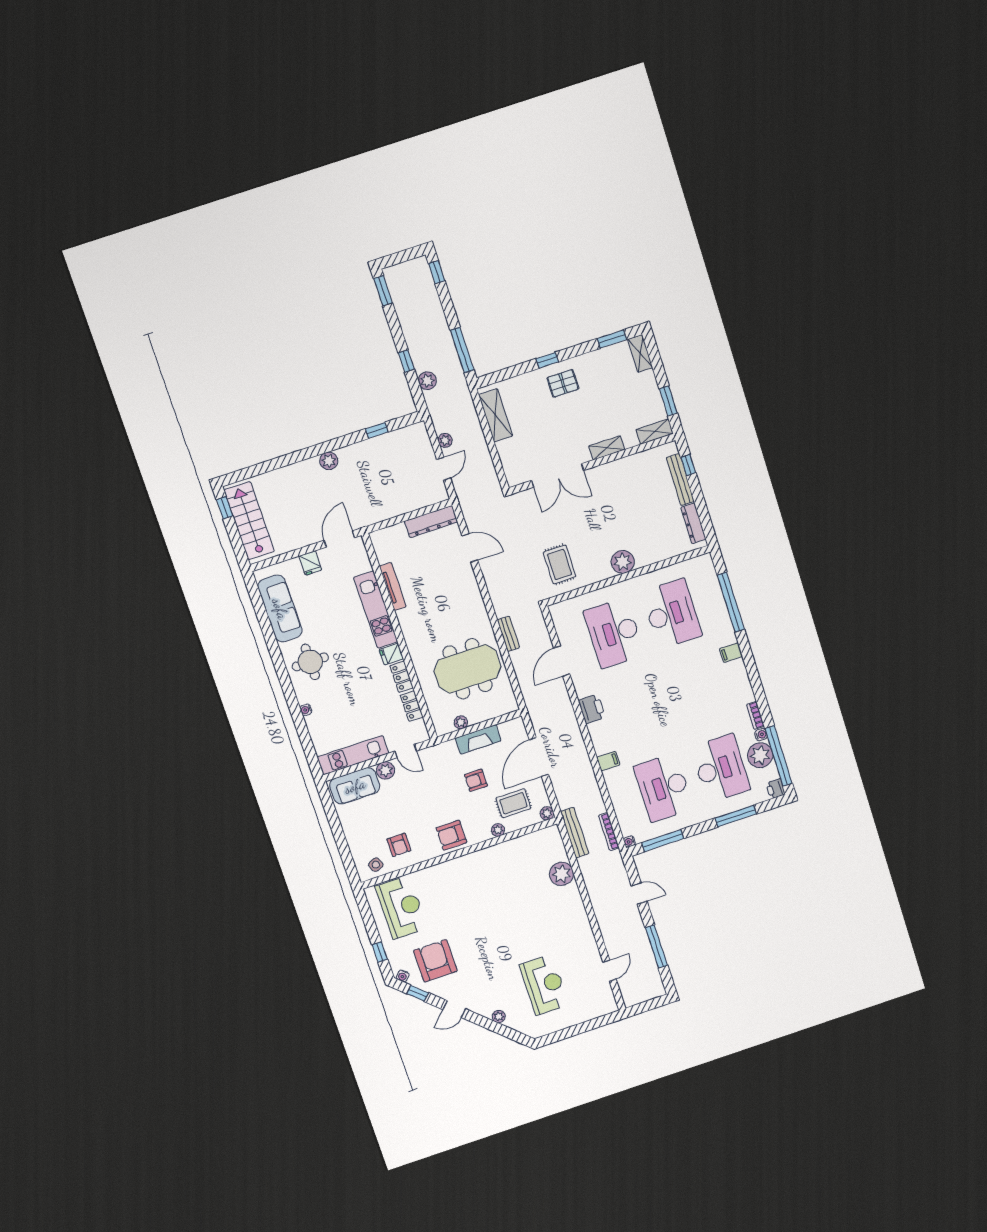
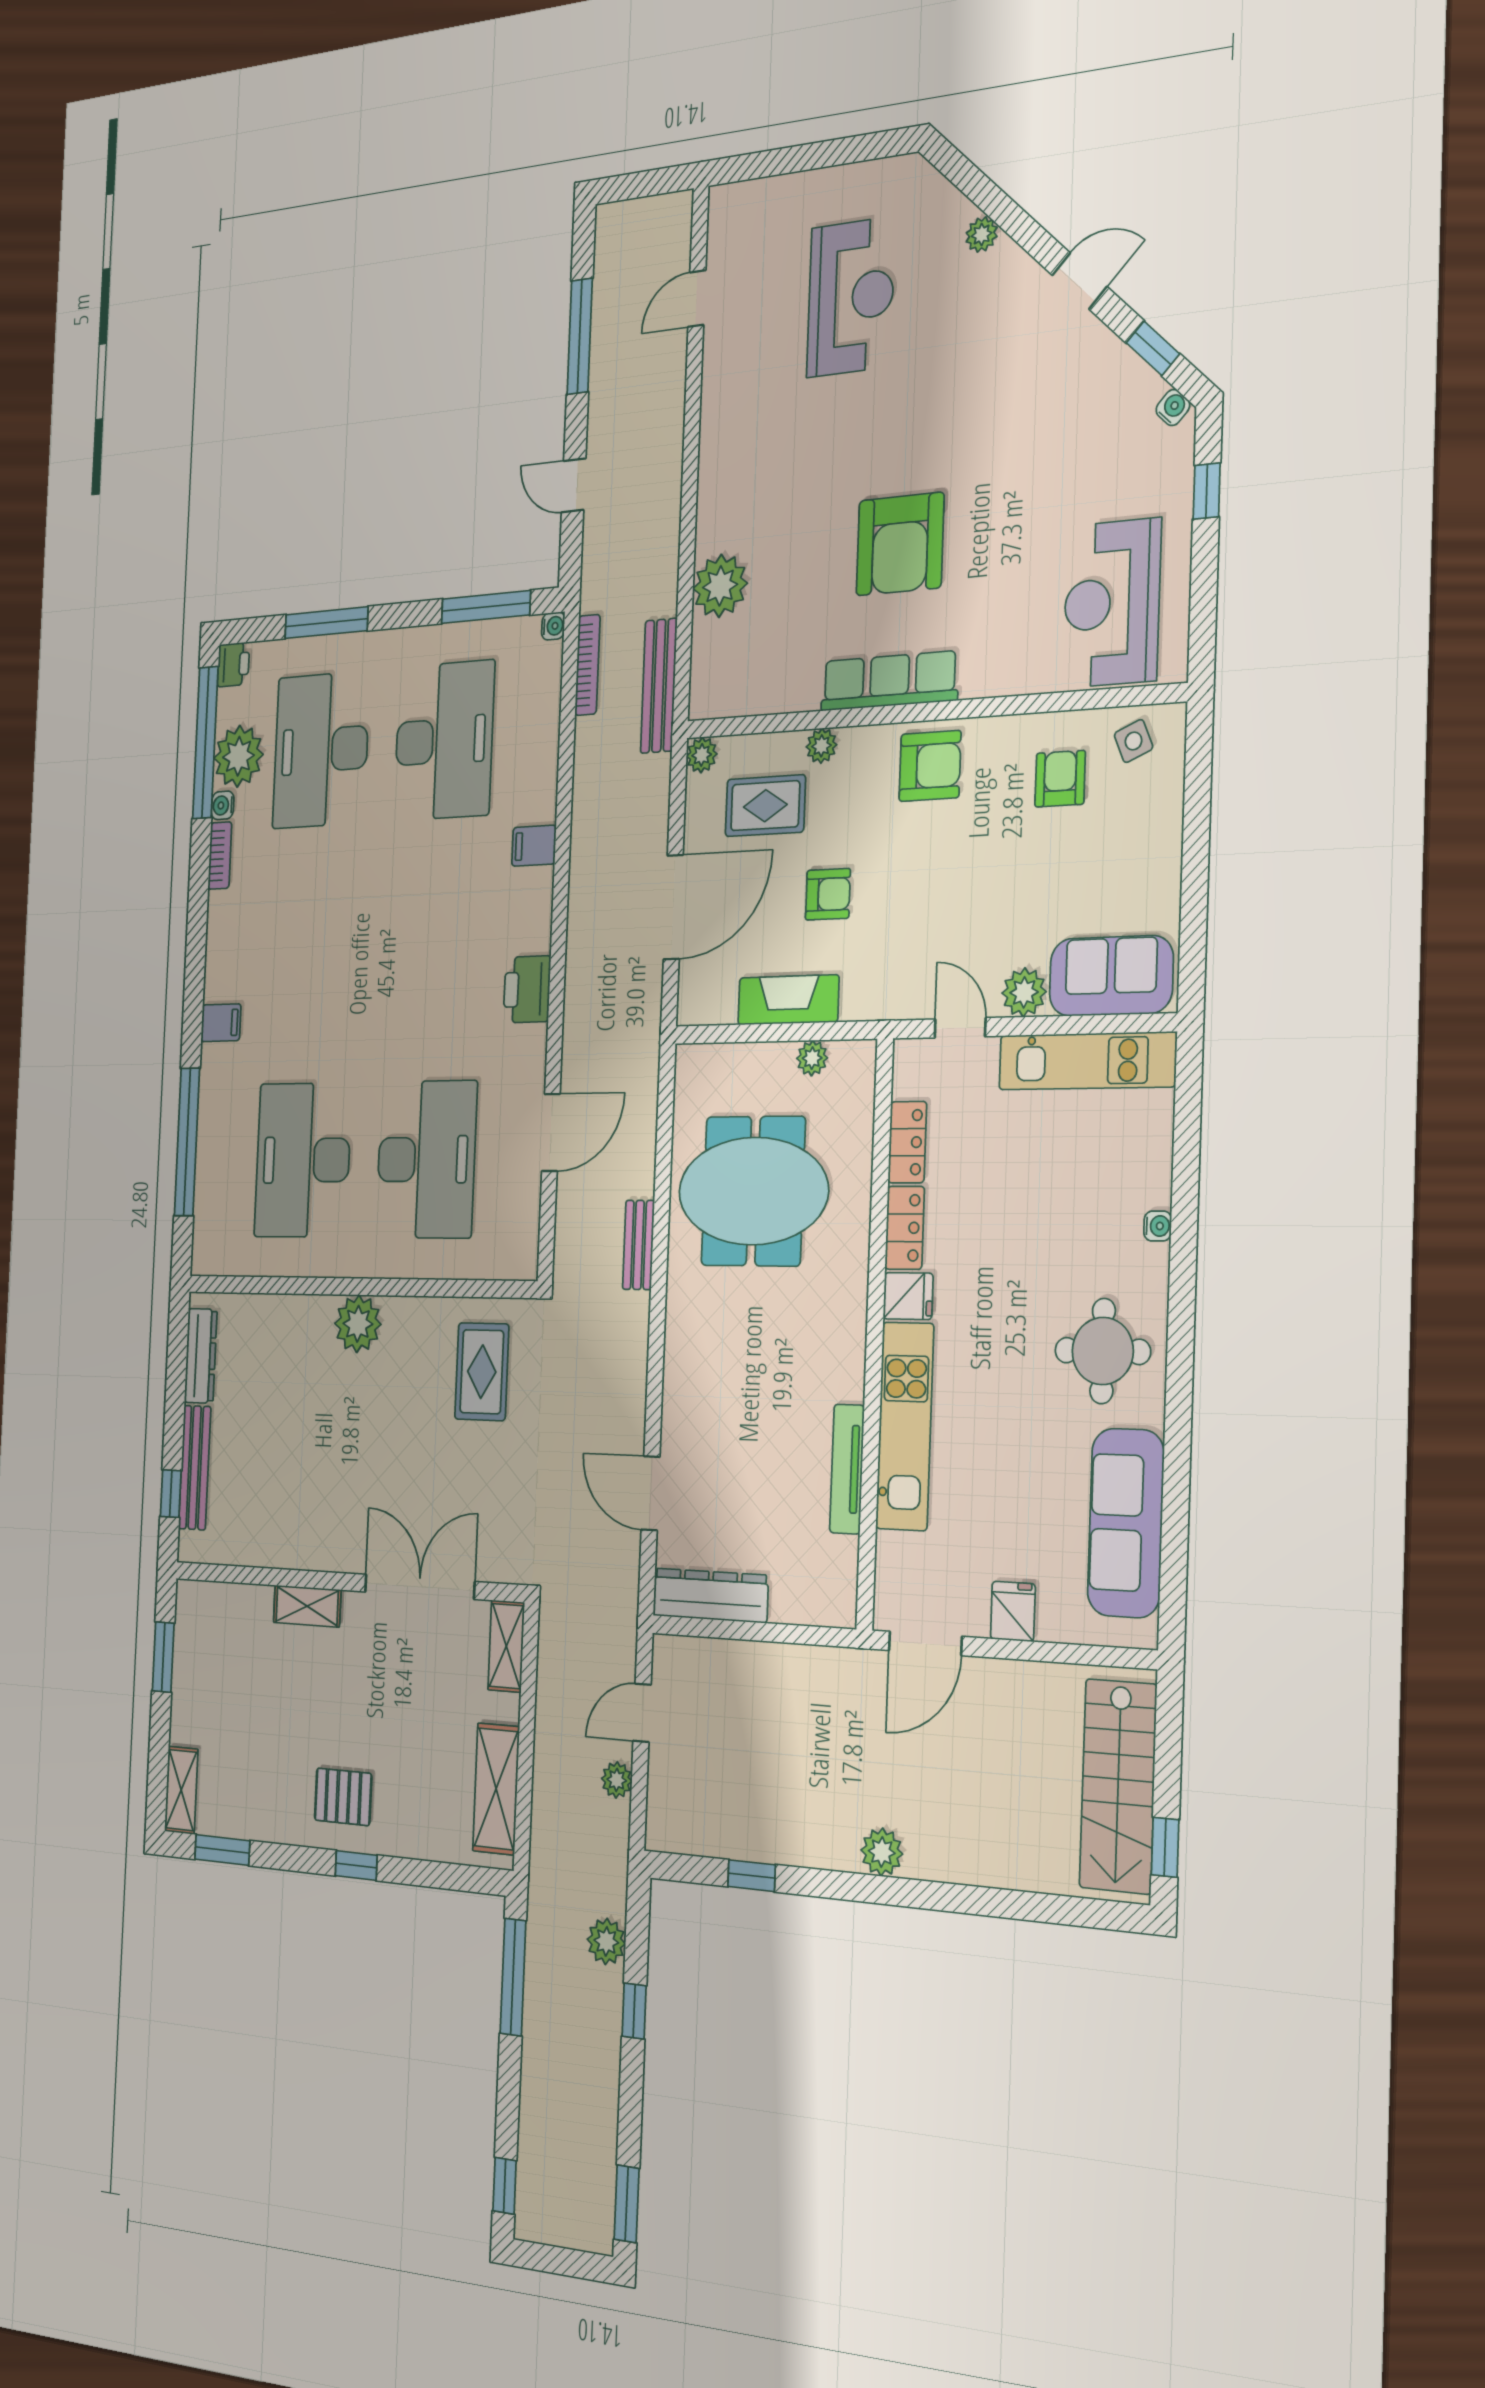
shelving: (655, 432) -> (506, 1646), moved, turned 90
row of seats: (479, 859) -> (889, 681), added
armchair: (435, 961) -> (900, 544), moved
reception desk: (544, 985) -> (851, 297), turned 180

